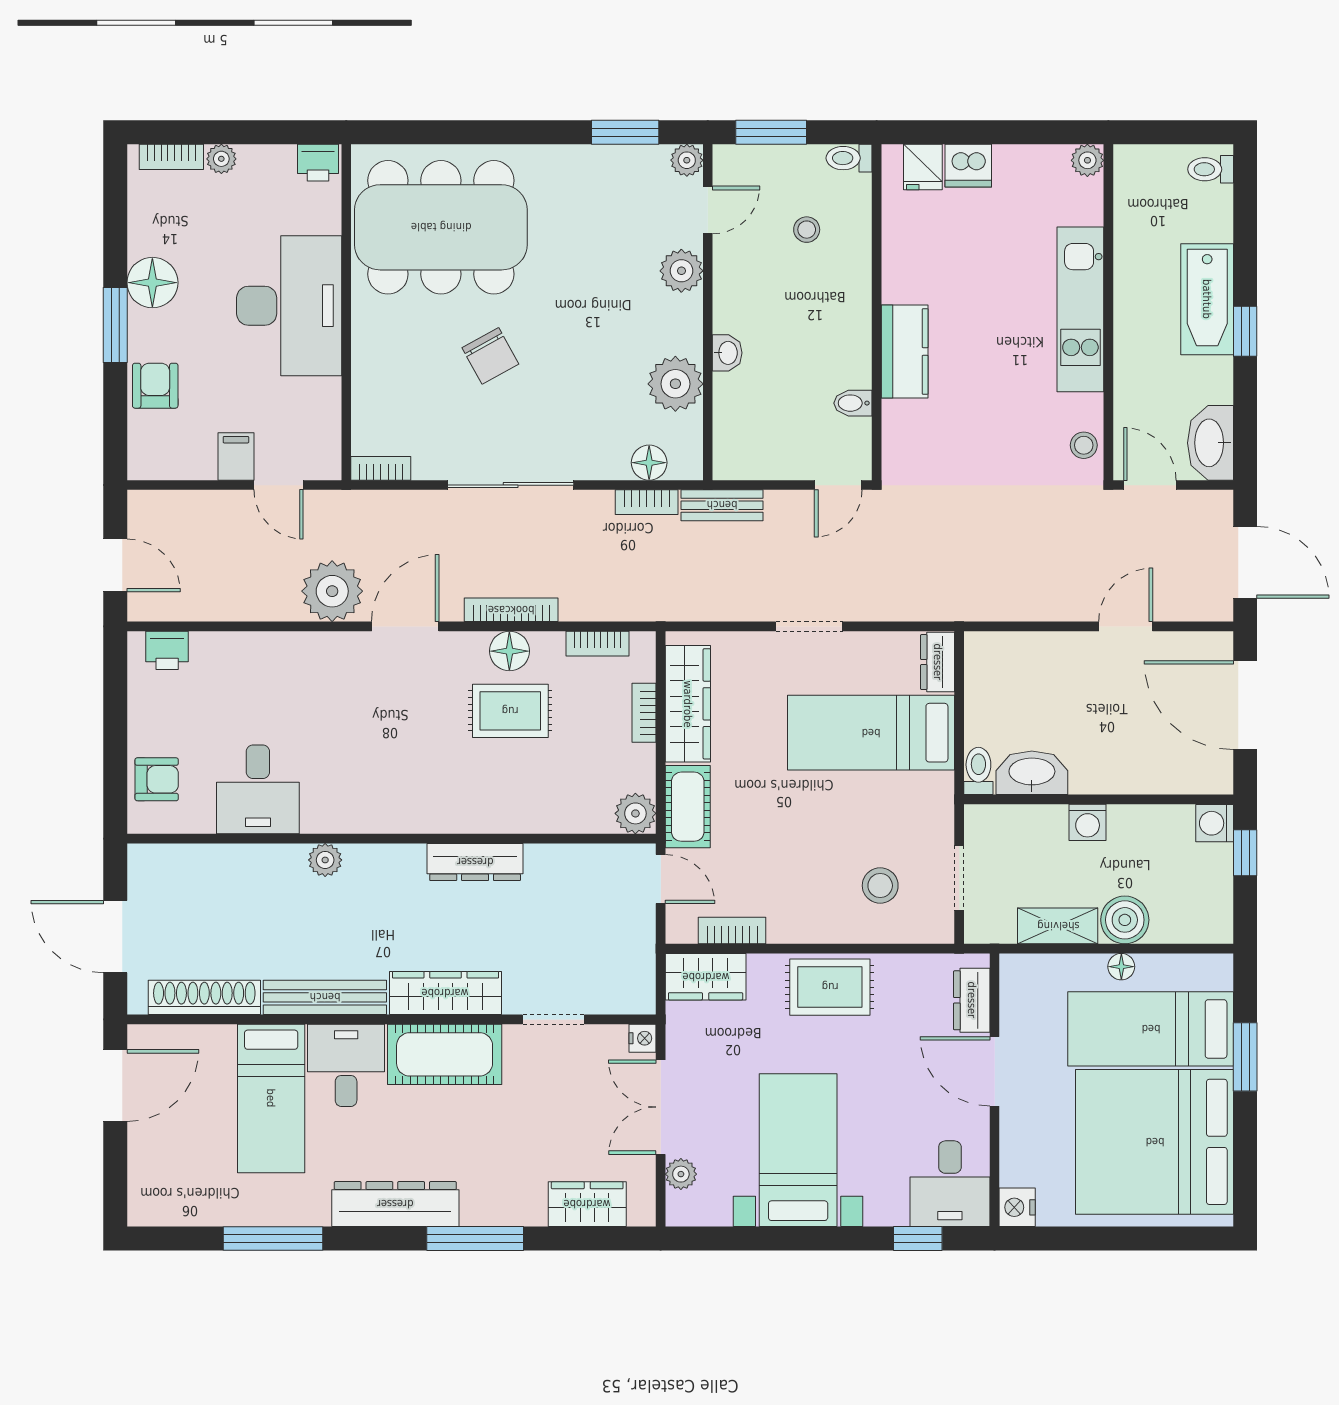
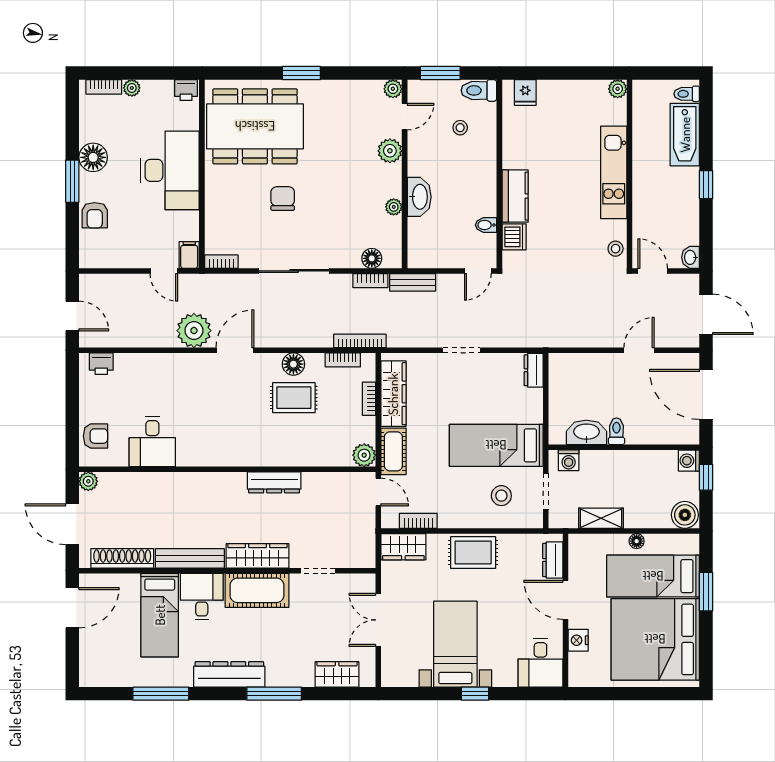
window: (625, 132) -> (301, 73), moved
toilet: (849, 158) -> (479, 90), width x1.37, depth x1.39
dishwasher: (968, 166) -> (514, 237), moved, turned -90
bathtub: (1207, 299) -> (685, 135), moved
washbasin: (727, 353) -> (419, 197), width x1.91, depth x1.45
chair: (490, 356) -> (283, 199), turned -151
plant: (675, 384) -> (394, 207), width x0.53, depth x0.53
armchair: (155, 386) -> (95, 215), turned 180
washbasin: (1210, 443) -> (691, 257), width x0.52, depth x0.69
filing cabinet: (236, 456) -> (189, 255), moved
bookcase: (511, 610) -> (360, 341), moved
bed: (871, 733) -> (496, 445), moved
toilet: (978, 771) -> (616, 431), moved
washing machine: (1088, 822) -> (569, 460), moved
plant: (325, 860) -> (88, 481), moved
boiler: (1125, 920) -> (685, 515), moved
nightstand: (642, 1038) -> (368, 581), removed
plant: (681, 1174) -> (390, 657), removed
nightstand: (1017, 1207) -> (578, 640), moved
window: (918, 1239) -> (475, 694), moved

